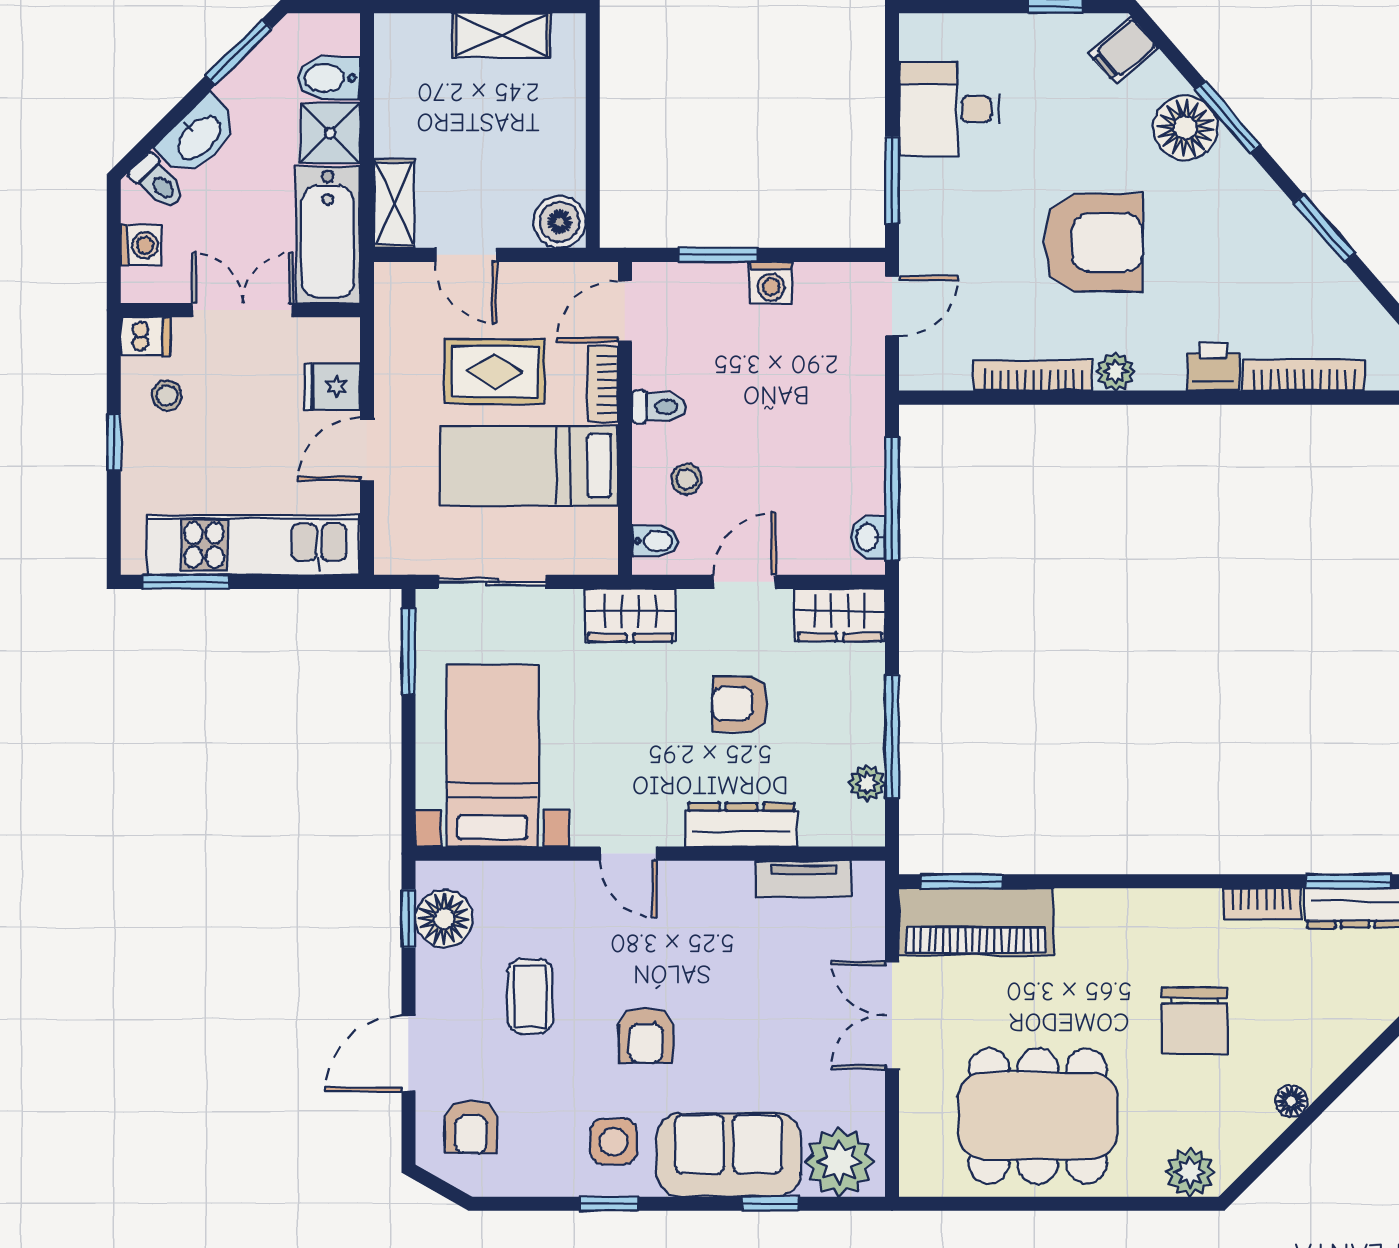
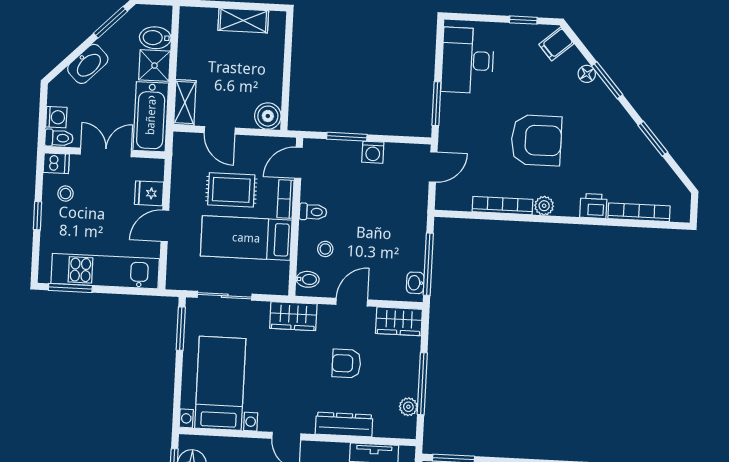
desk: (949, 109) -> (468, 60), width x1.37
floor lamp: (1185, 128) -> (587, 74), width x0.53, depth x0.53
toilet: (158, 182) -> (59, 138), moved, turned -45

